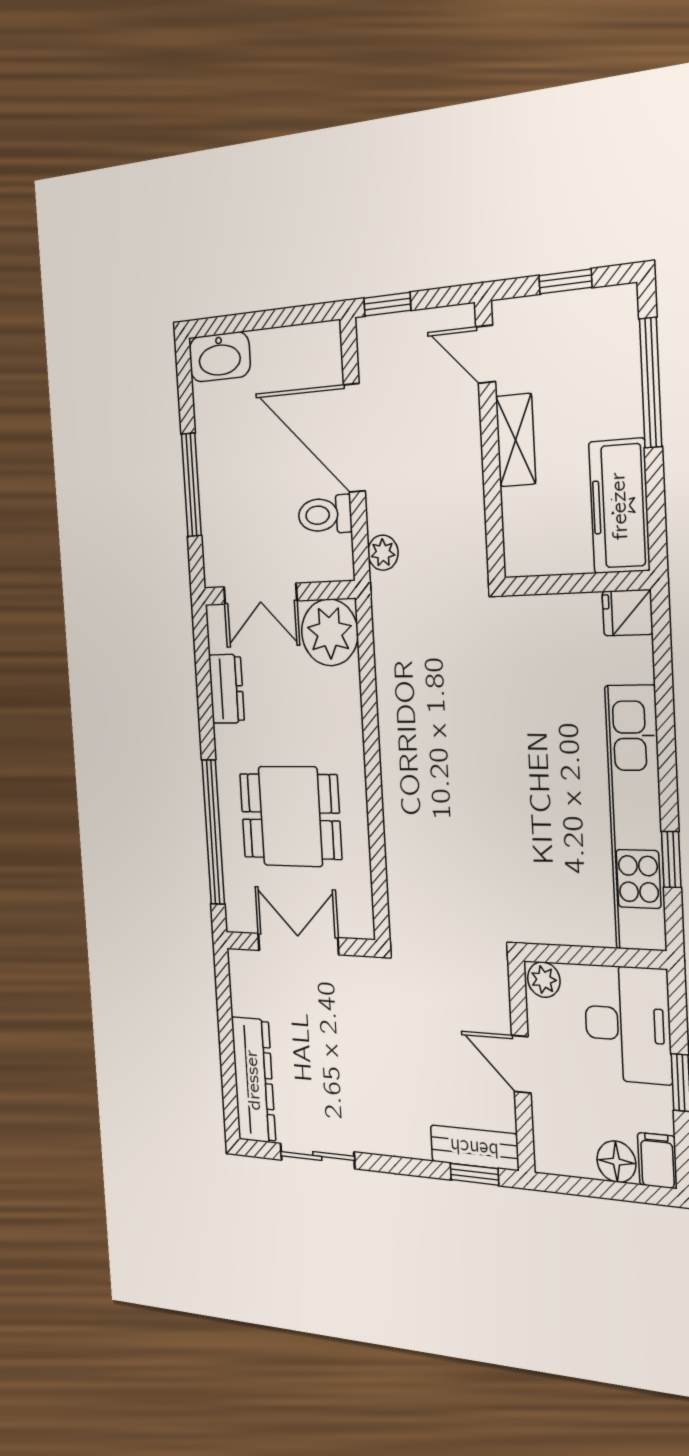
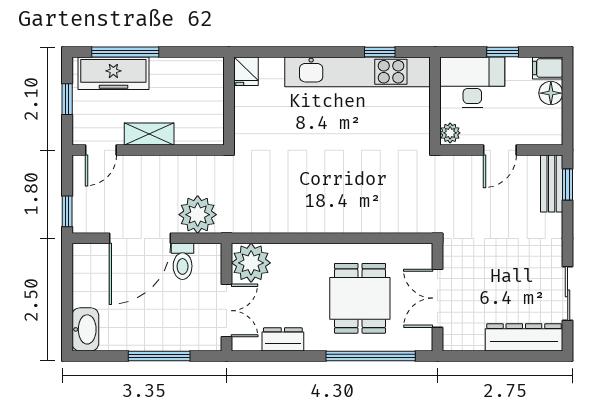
freezer: (619, 506) -> (113, 73), moved
plant: (383, 553) -> (198, 215), width x1.87, depth x1.87

